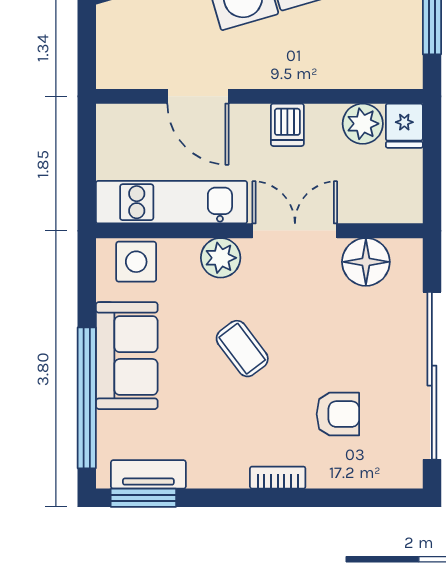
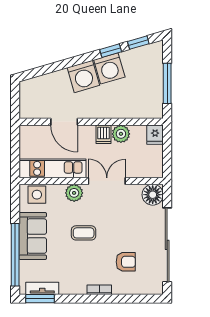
plant: (363, 124) -> (121, 134), moved
floor lamp: (366, 262) -> (153, 195), moved
coffee table: (242, 349) -> (84, 233), turned -53

